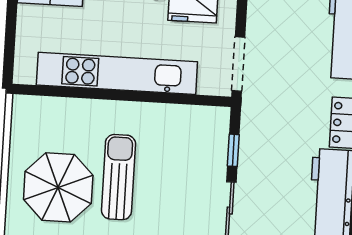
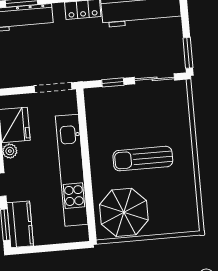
parasol: (58, 187) -> (124, 212), moved

